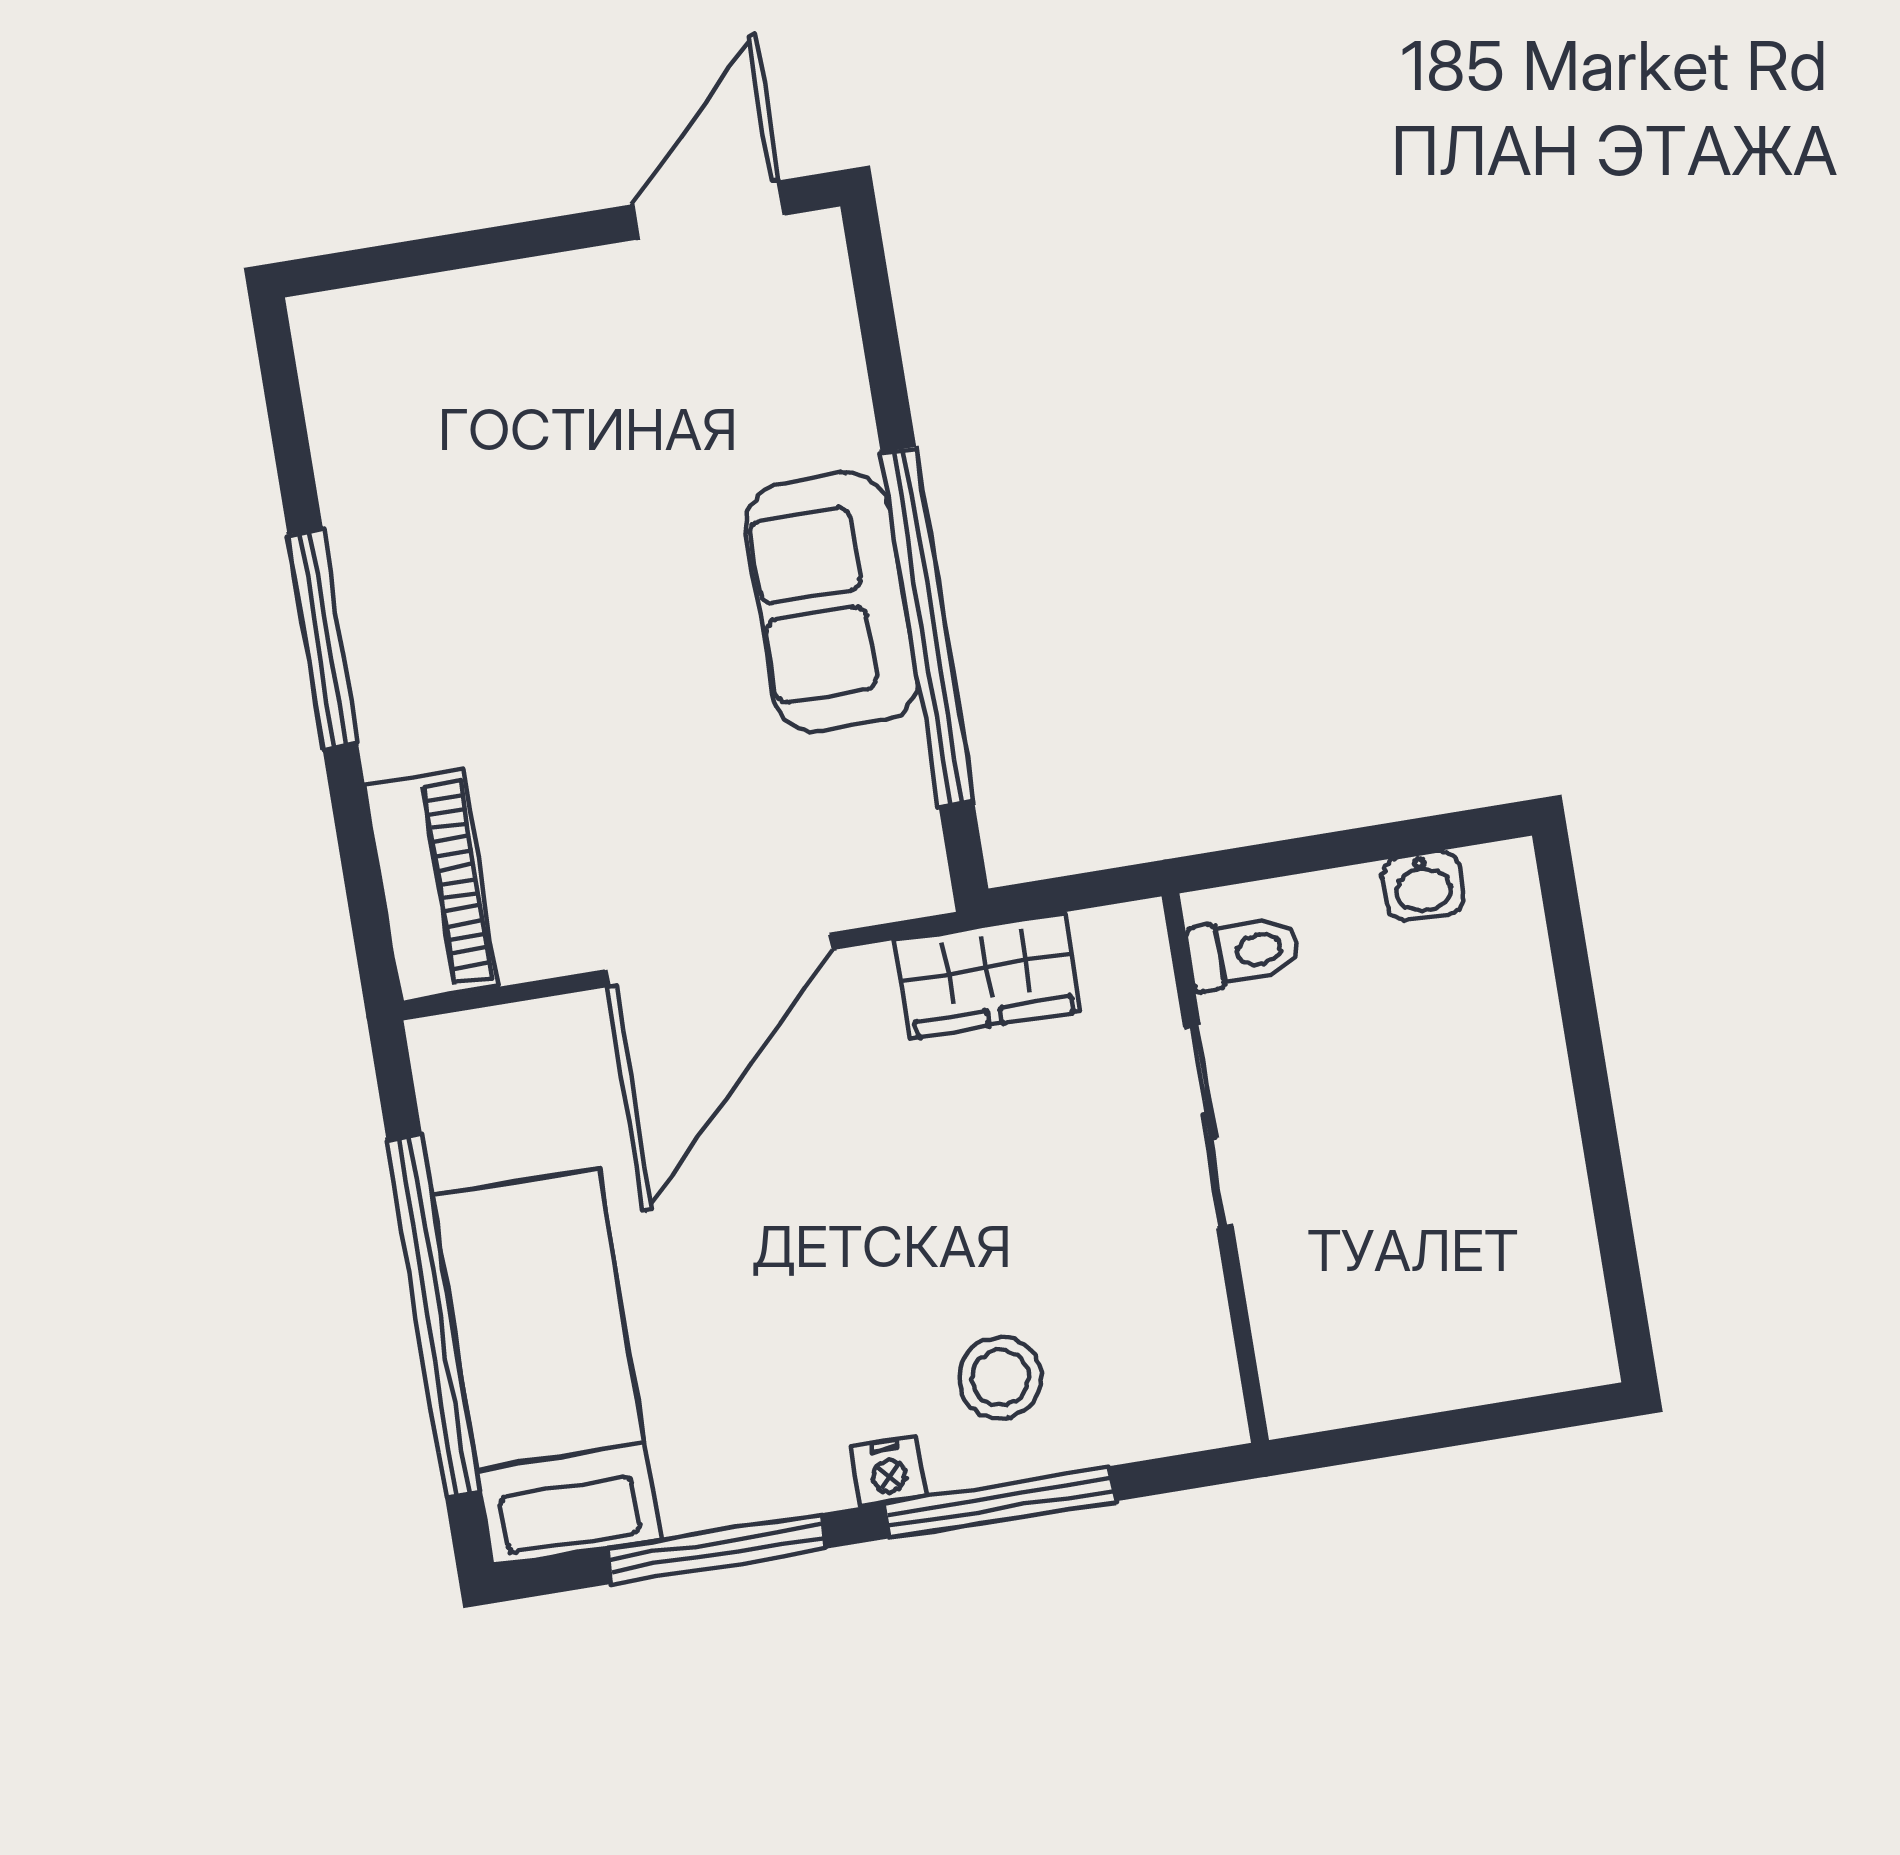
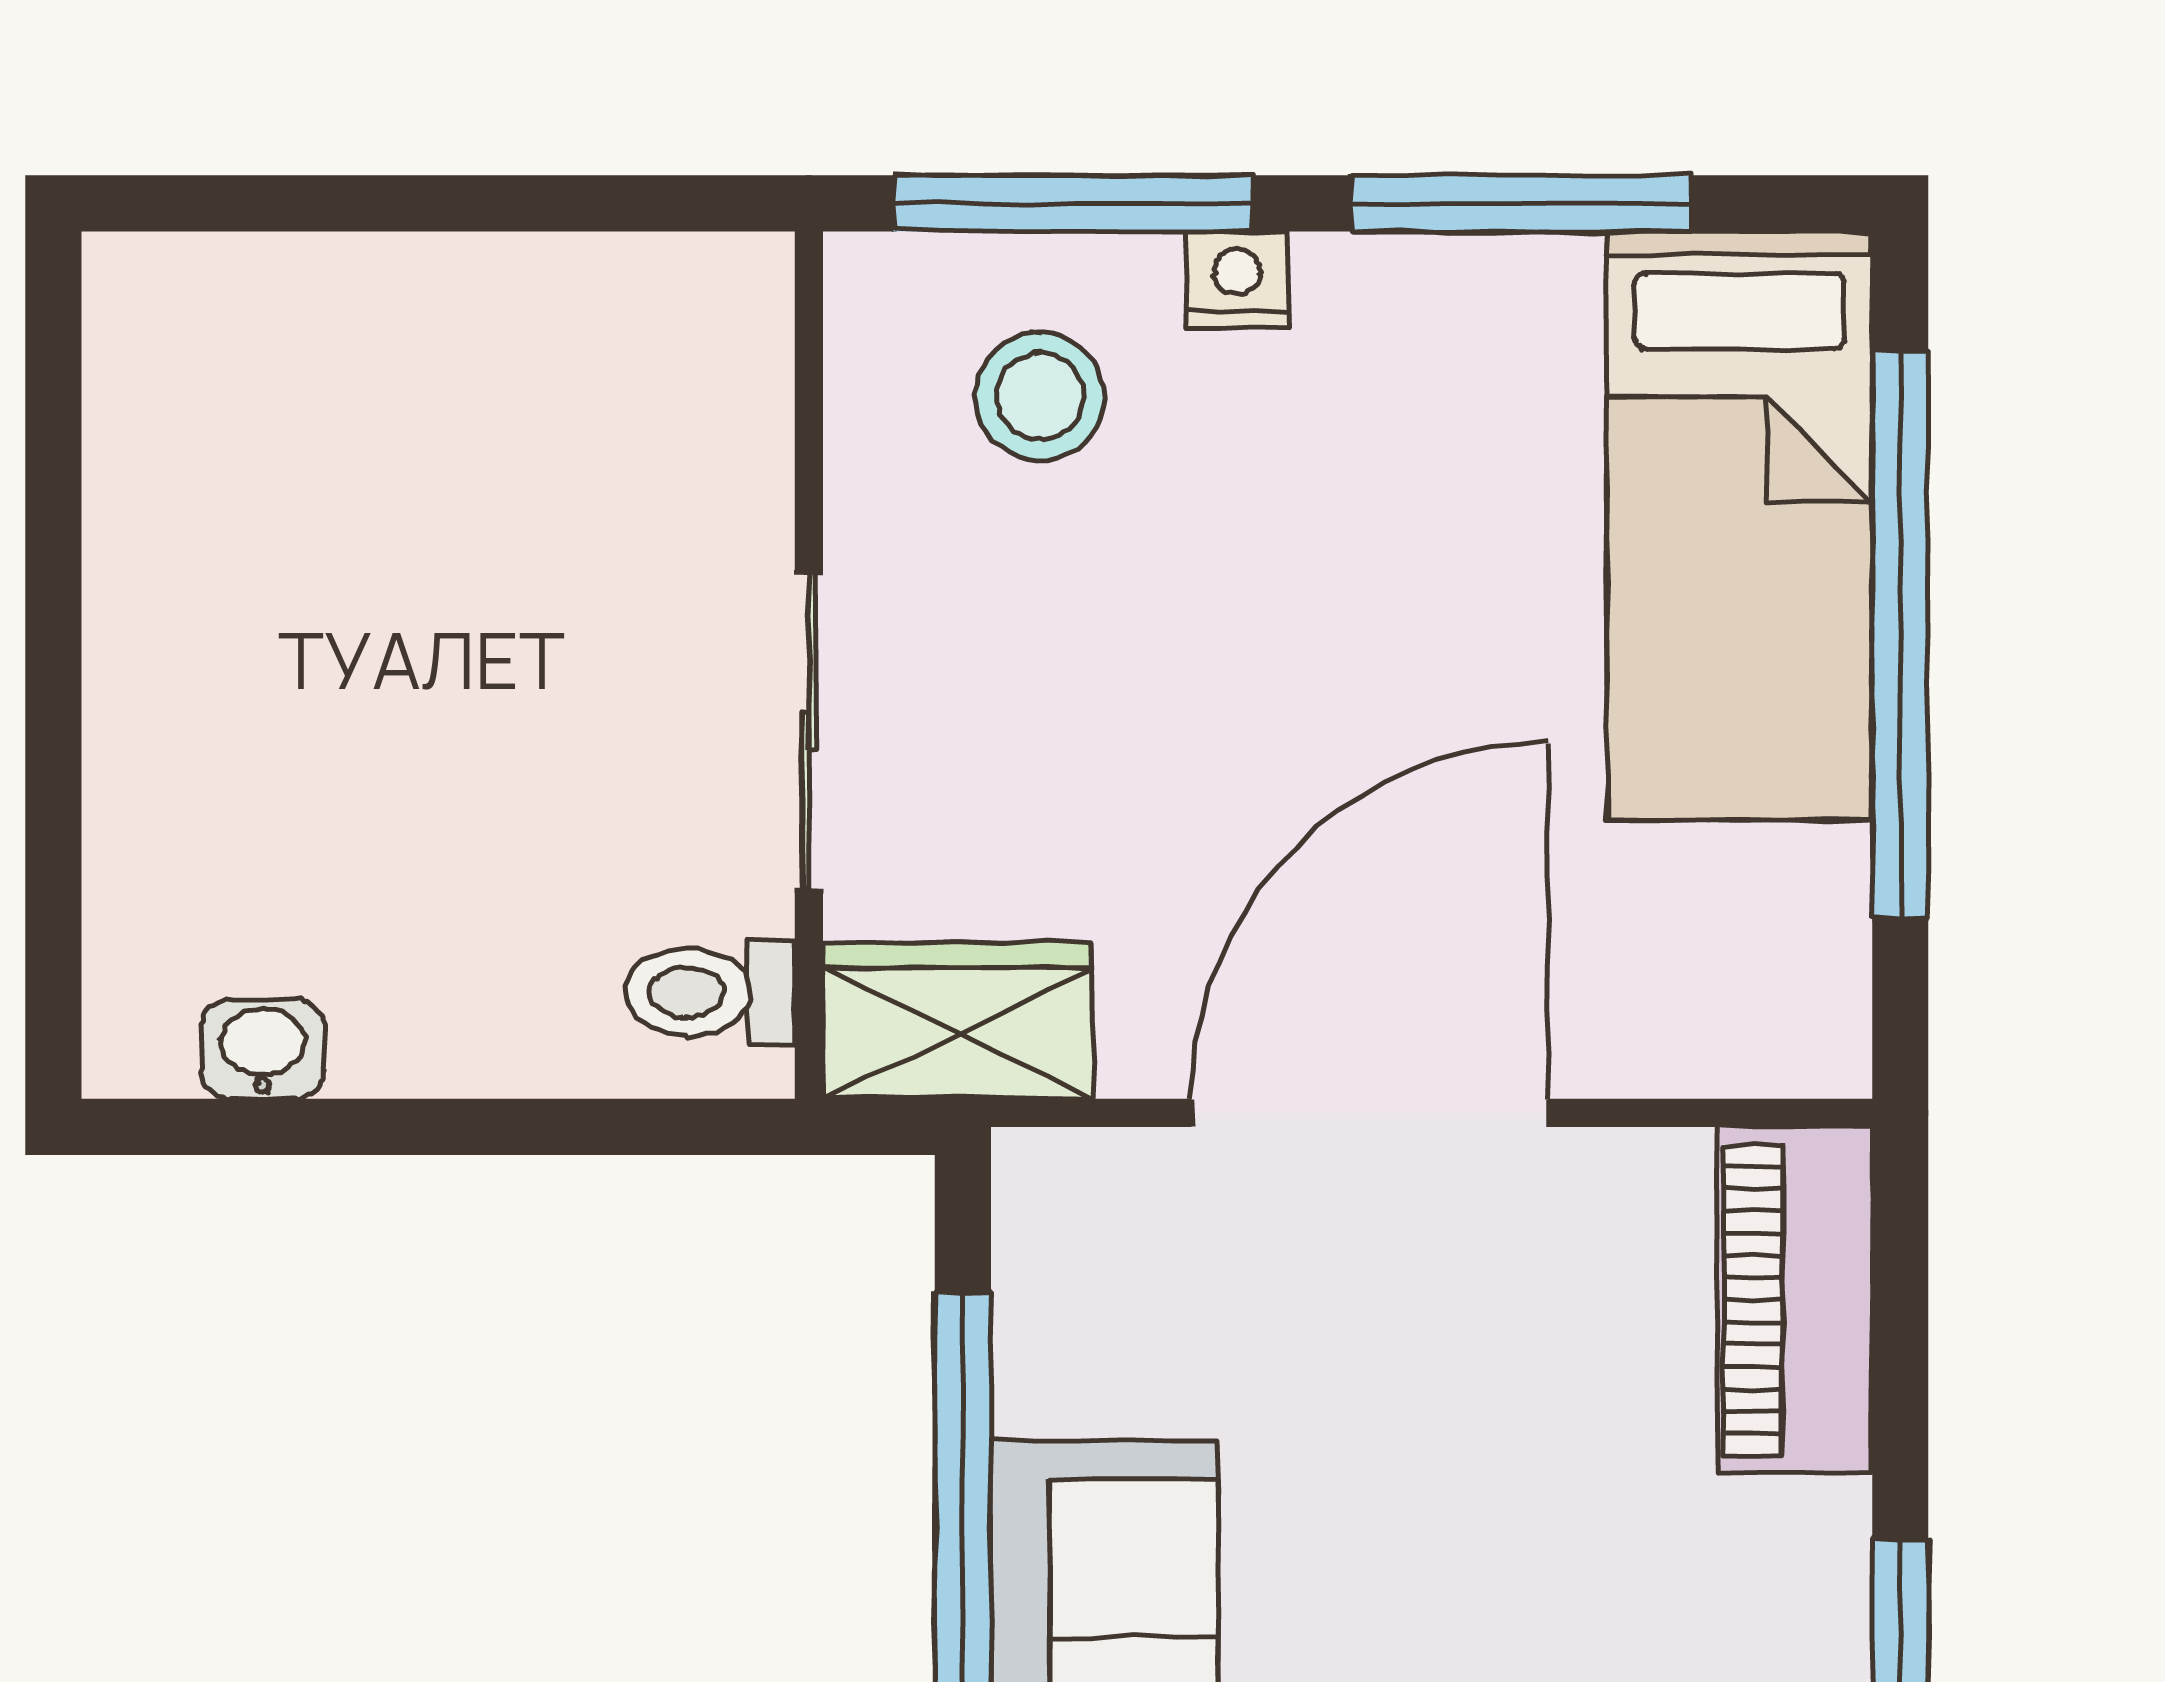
toilet: (1244, 952) -> (710, 992), moved
sliding door: (1208, 1127) -> (809, 731), moved
wall: (1215, 1168) -> (809, 665), moved

